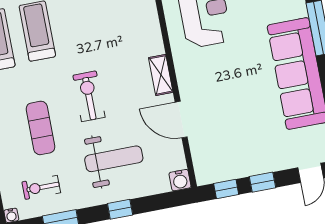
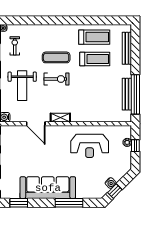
door: (181, 120) -> (36, 124), swing flipped
exercise mat: (40, 128) -> (56, 57), moved

